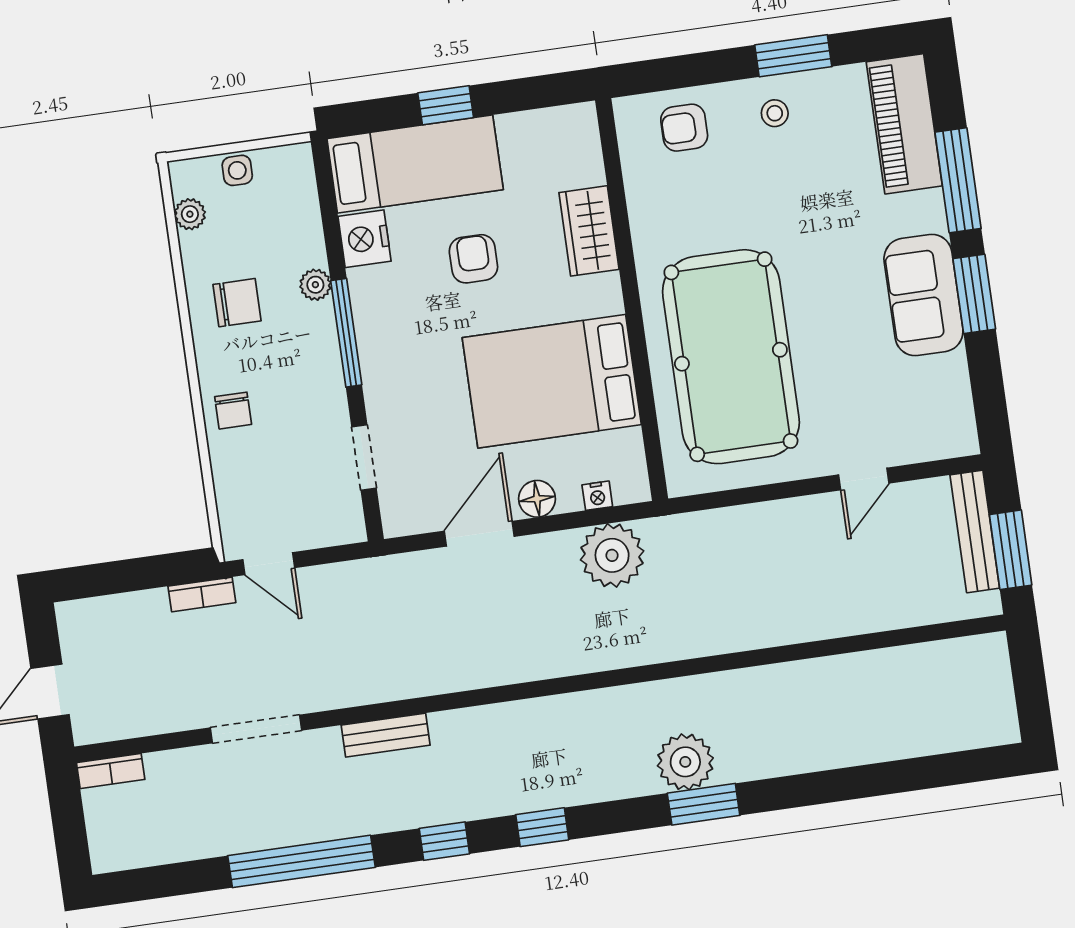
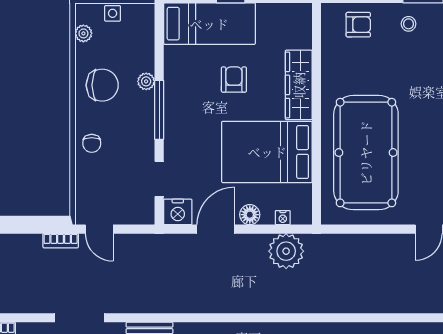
armchair: (684, 128) -> (358, 25), turned 180
wardrobe: (589, 231) -> (299, 85), width x1.50
nightstand: (365, 239) -> (178, 212), moved, turned -90
chair: (237, 303) -> (102, 85), width x1.37, depth x1.37

